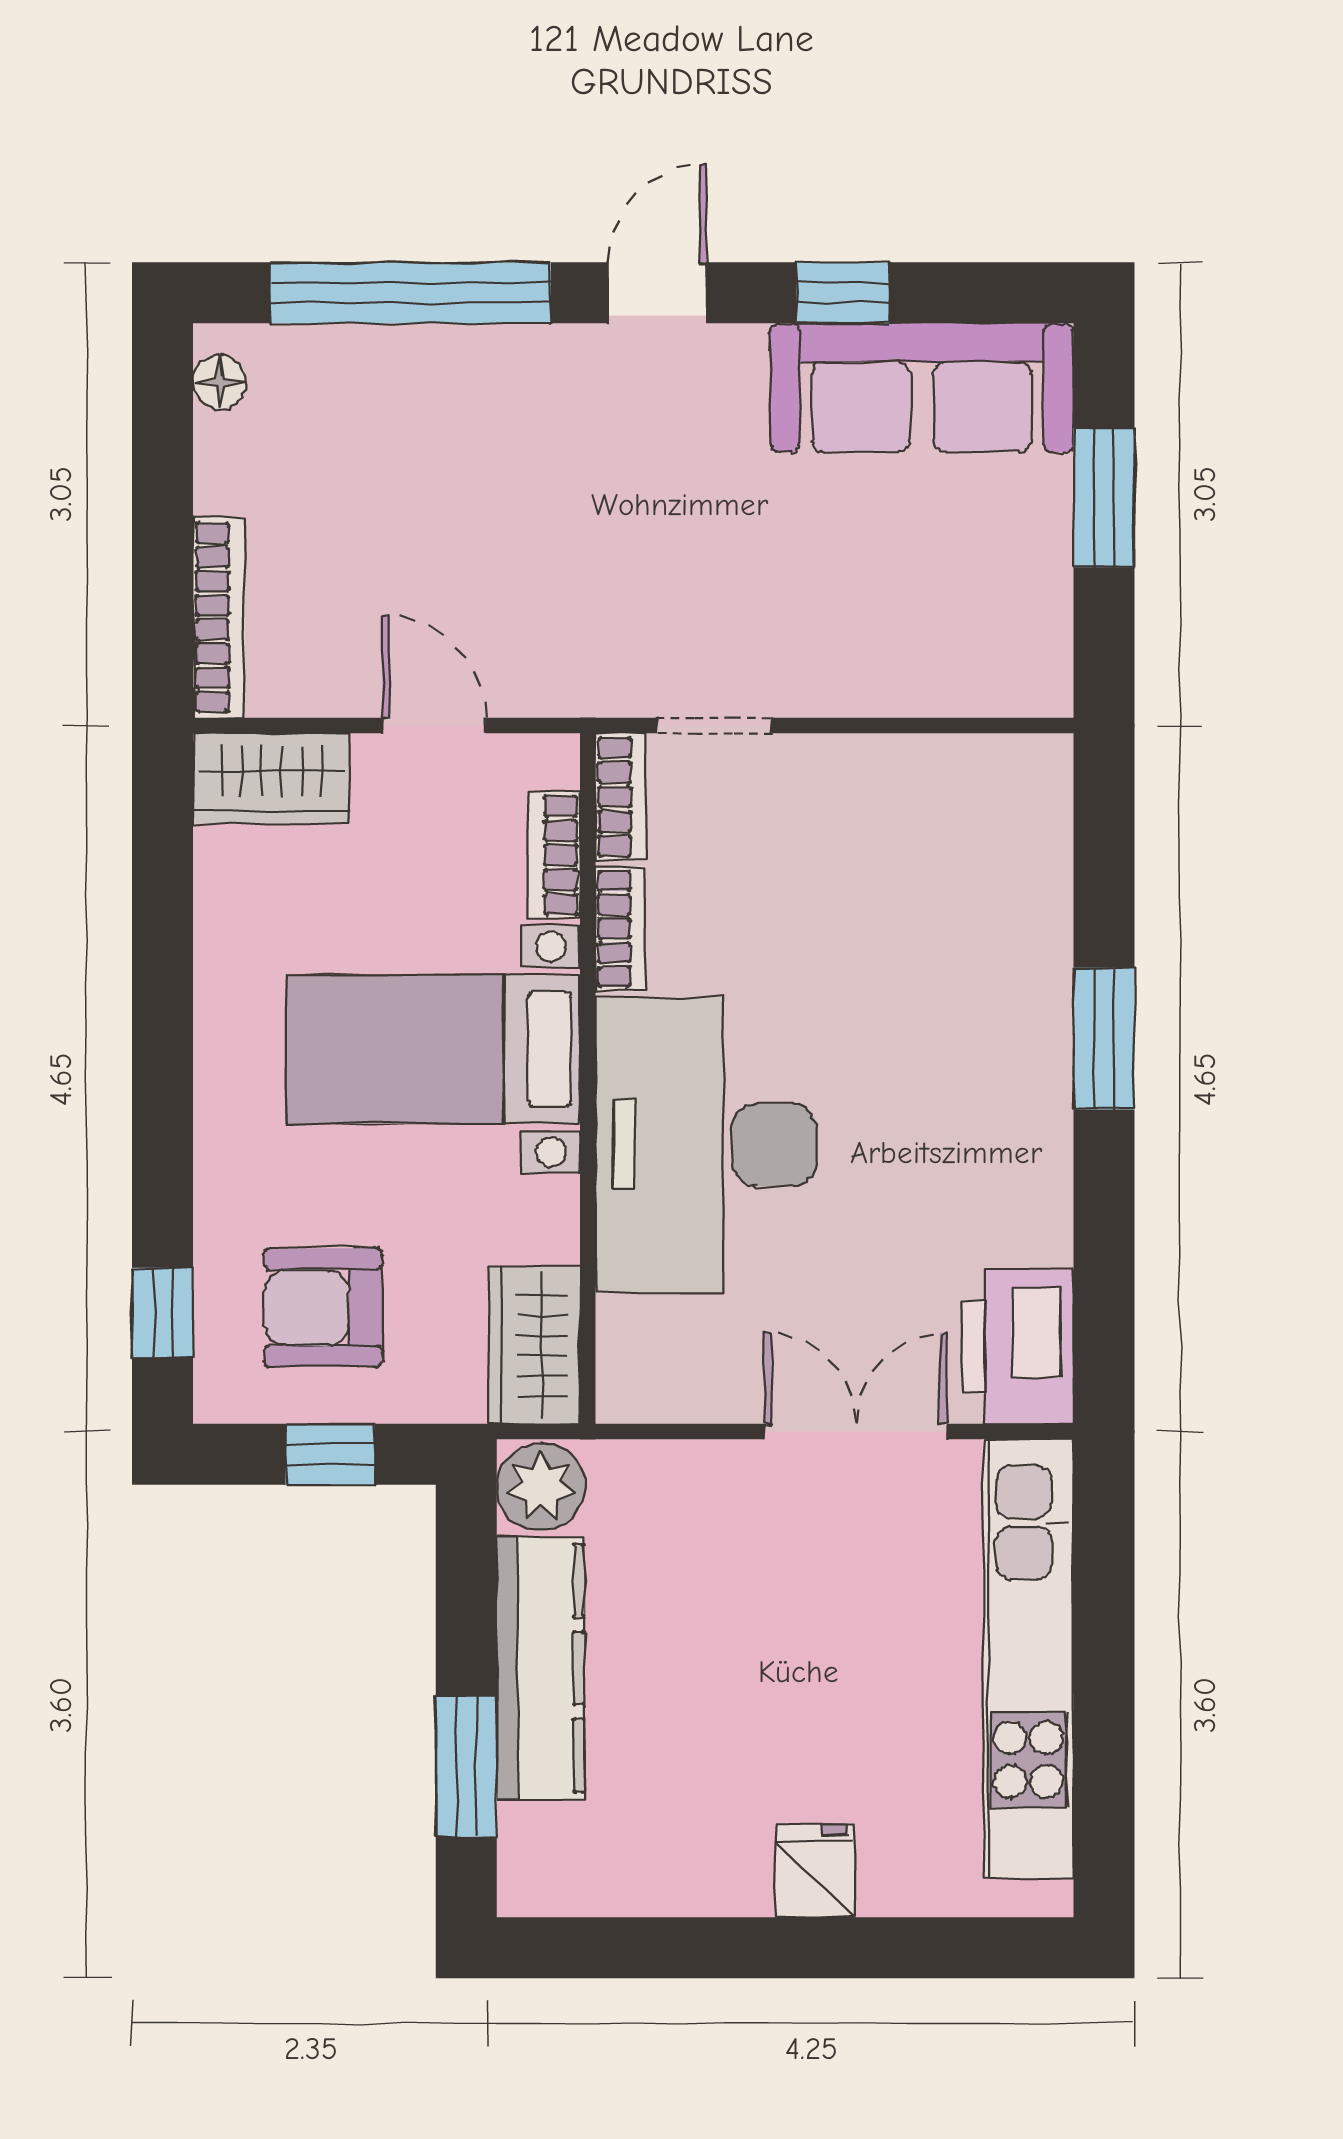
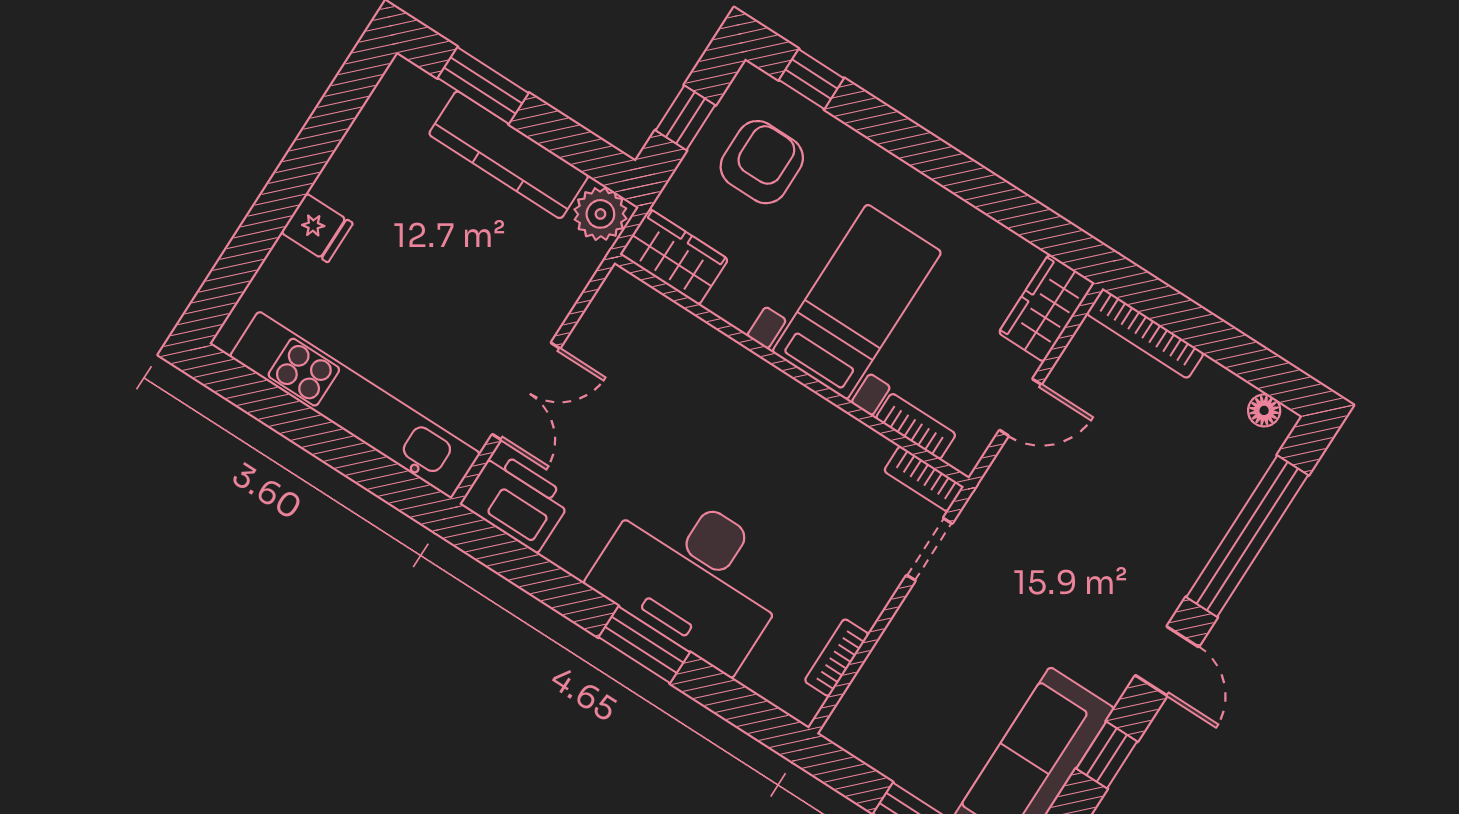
bookcase: (620, 929) -> (837, 658), moved, turned 90
desk: (706, 1145) -> (693, 575), moved, turned 180

